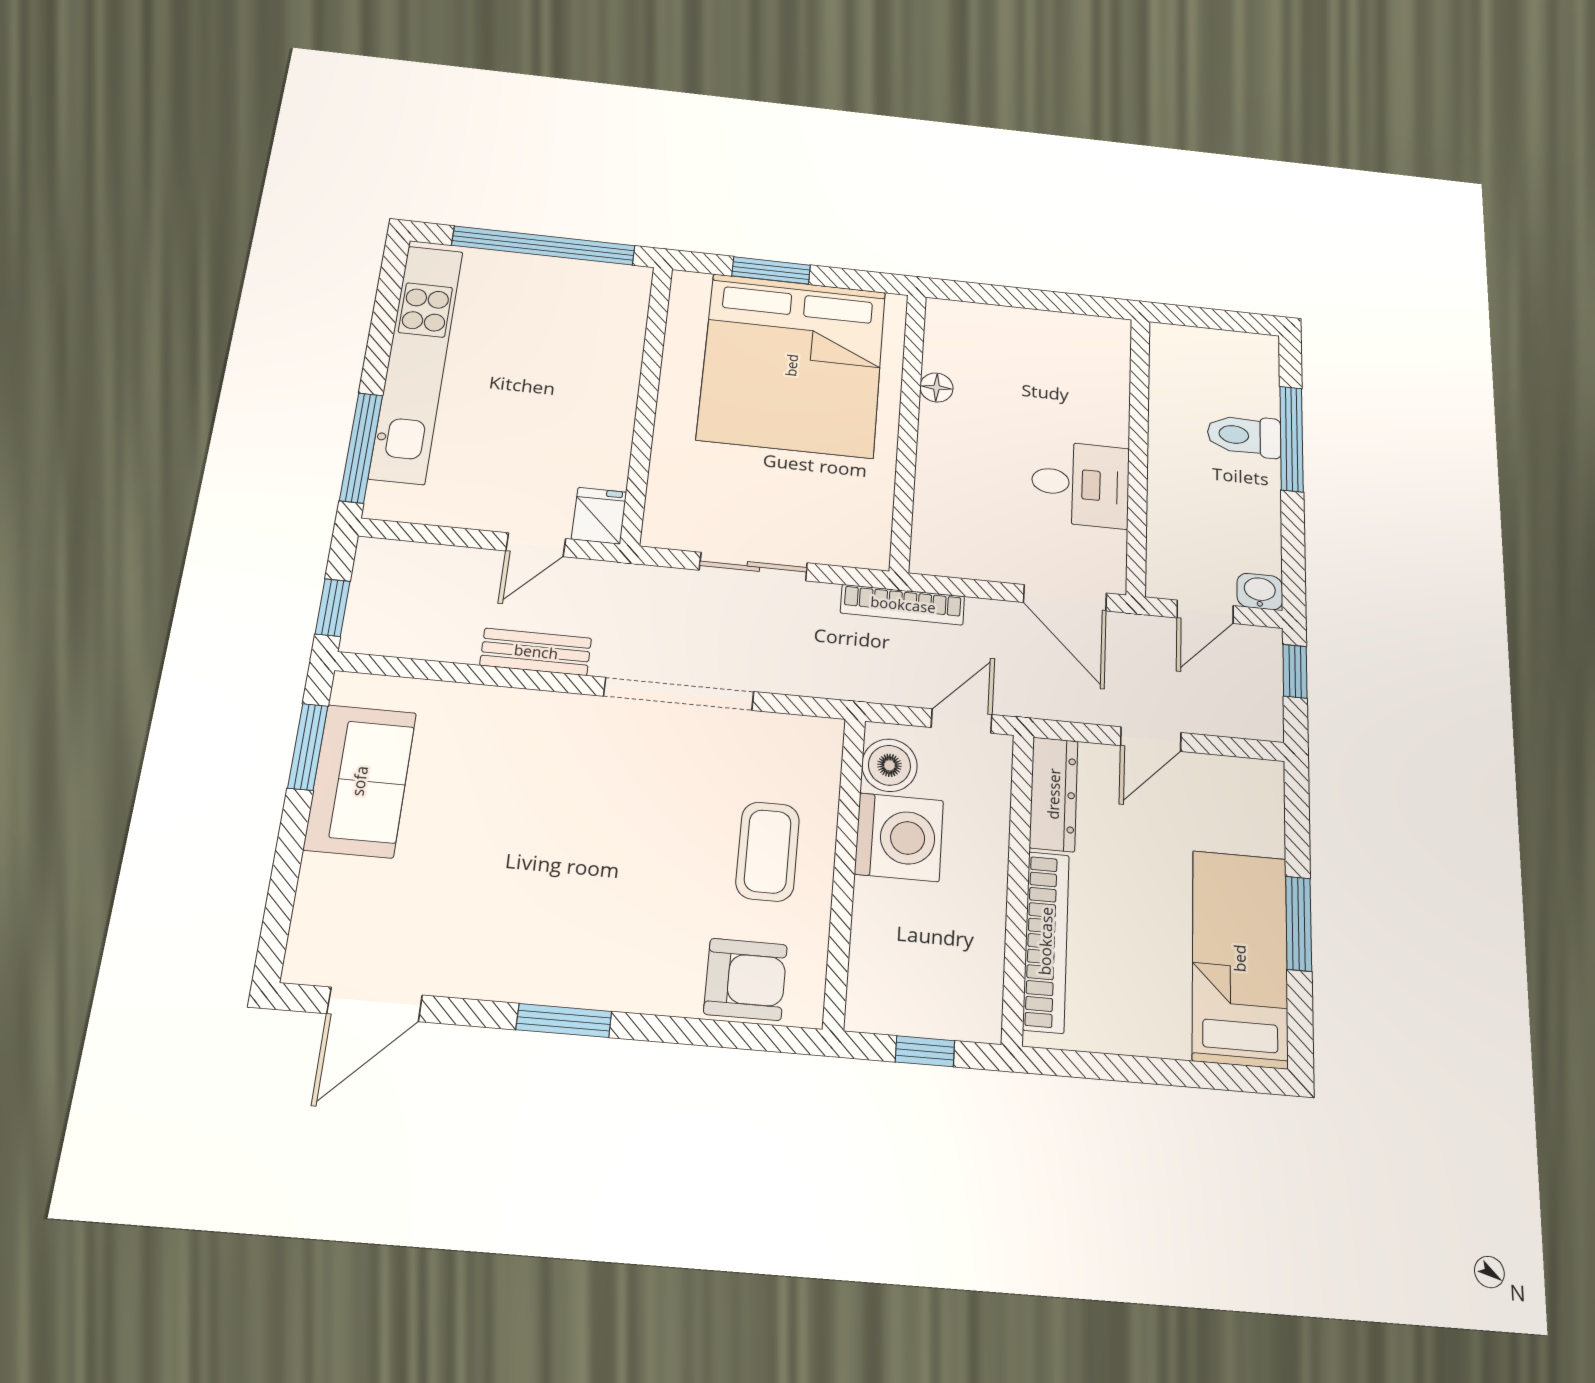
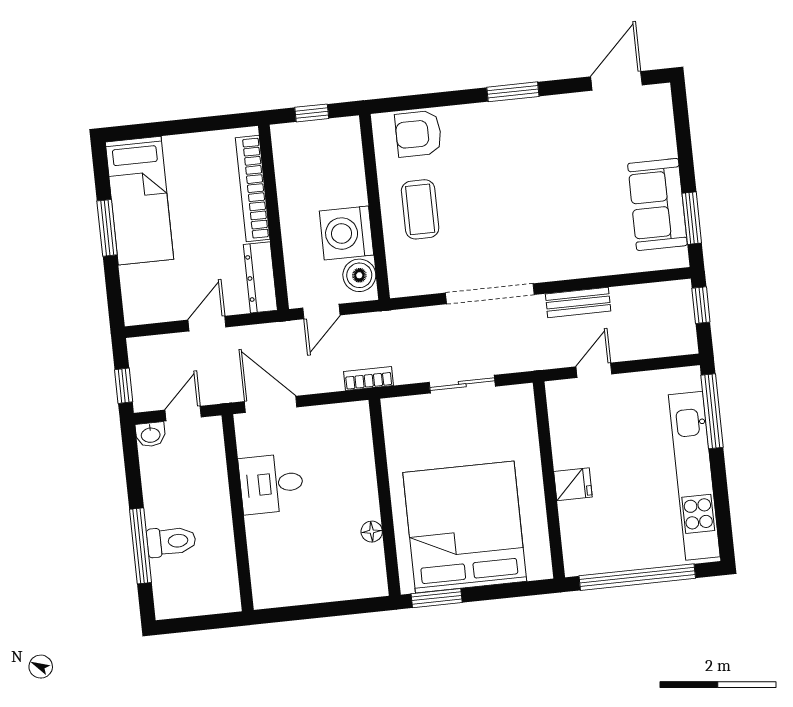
window: (771, 270) -> (437, 598), moved
fridge: (599, 516) -> (573, 484), moved, turned -90
bookcase: (903, 605) -> (368, 379), width x0.64

